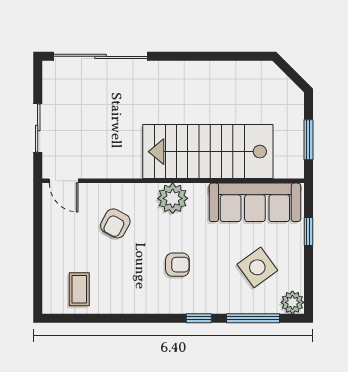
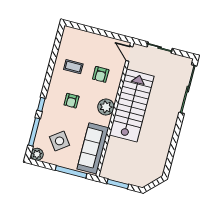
stairs: (208, 152) -> (132, 106), moved
door: (64, 181) -> (129, 54), hinge flipped
armchair: (115, 223) -> (101, 74), turned -118
window: (308, 231) -> (71, 172), width x2.17
coffee table: (79, 289) -> (73, 67), moved

